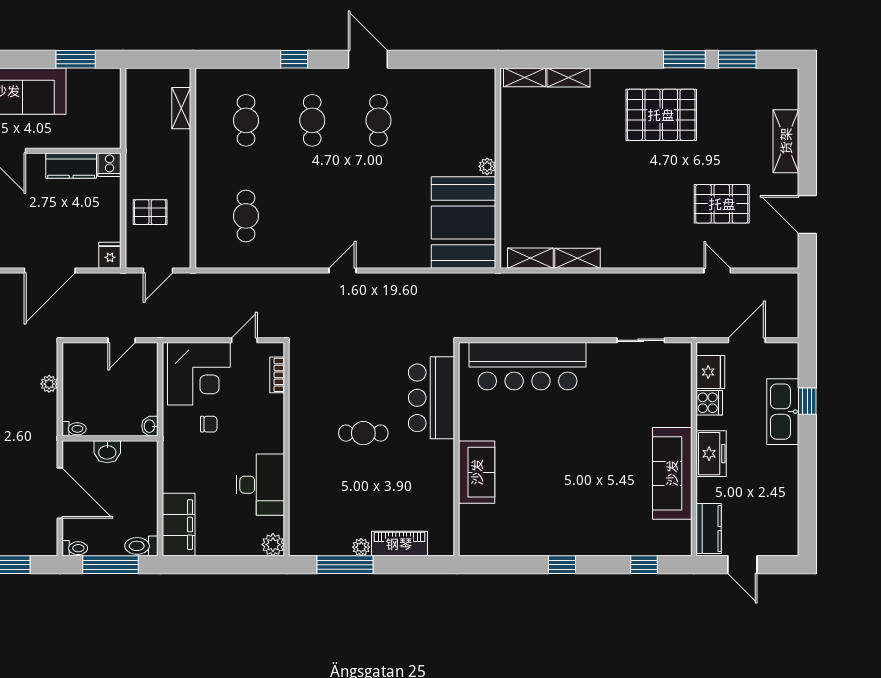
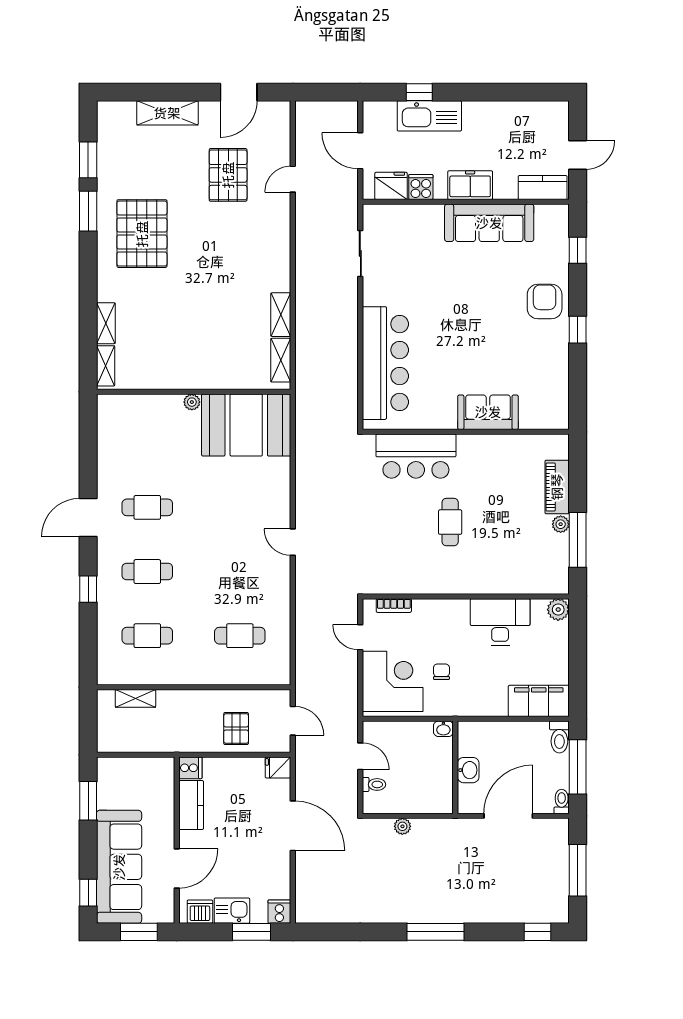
toilet: (74, 429) -> (374, 784), moved, turned 90
armchair: (591, 531) -> (545, 302), added

